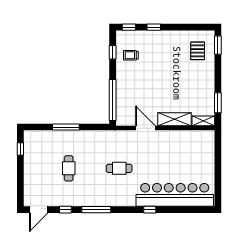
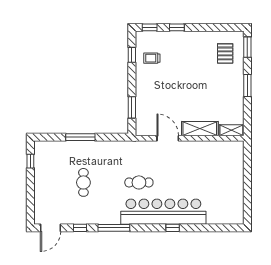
window: (113, 100) -> (132, 107), width x0.47
window: (218, 103) -> (247, 85), moved
bar counter: (175, 195) -> (163, 212), moved

